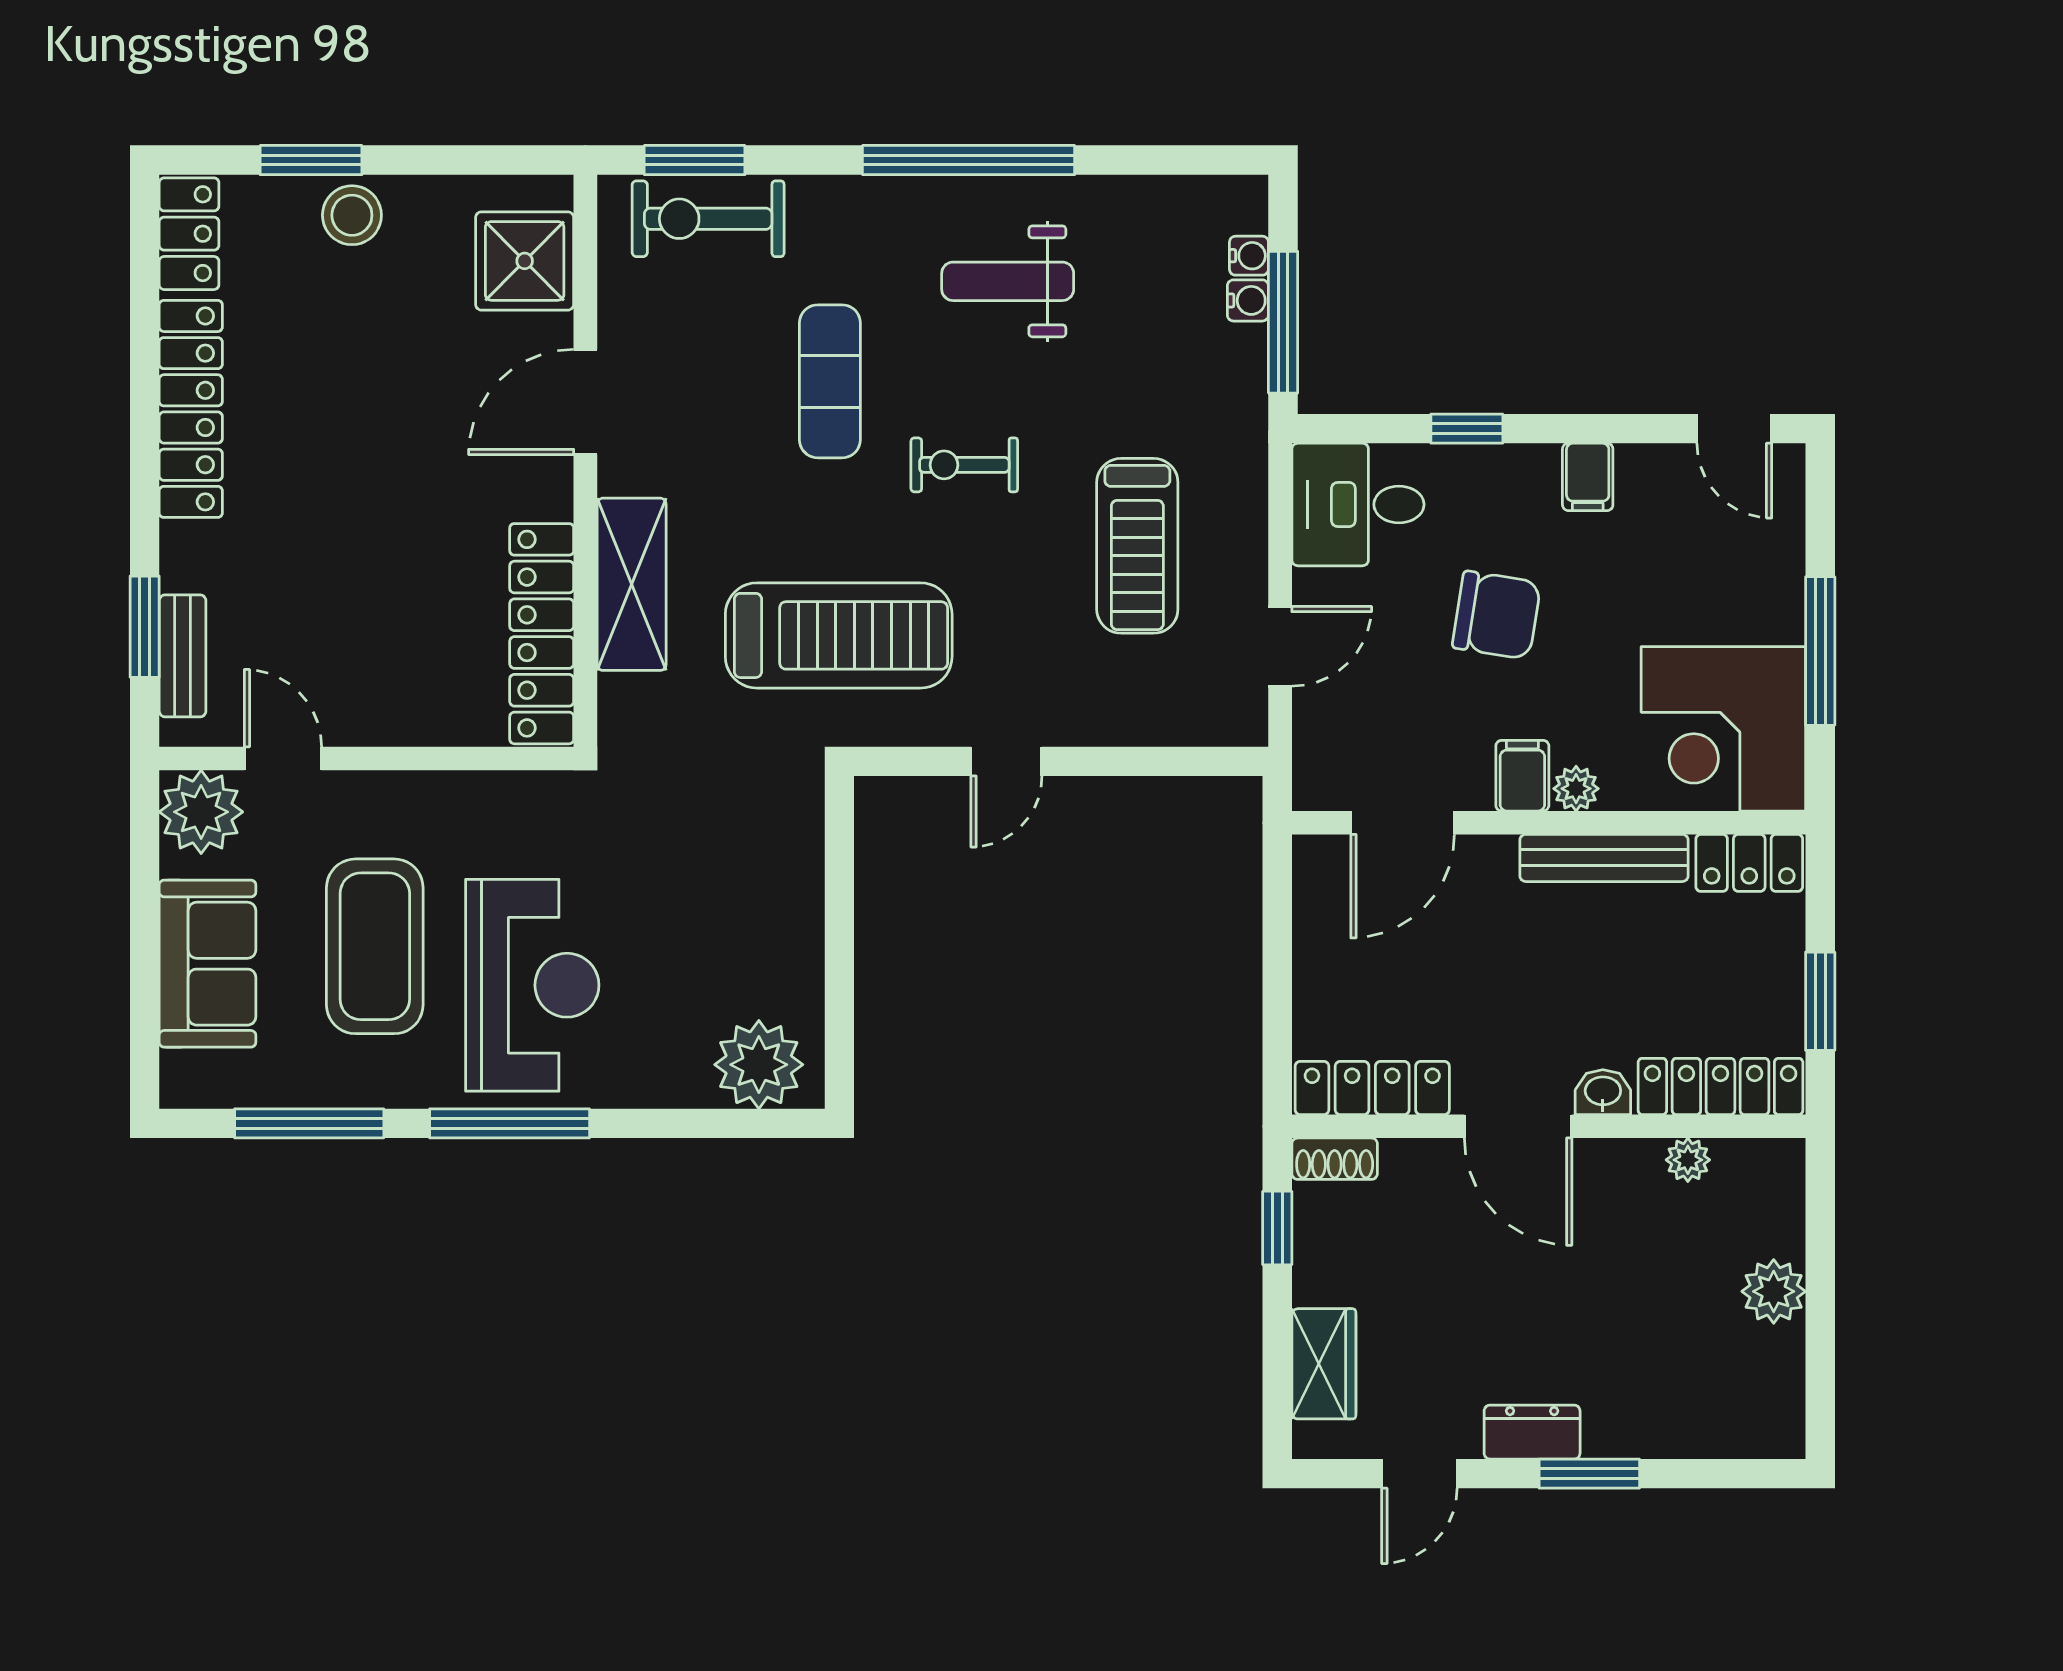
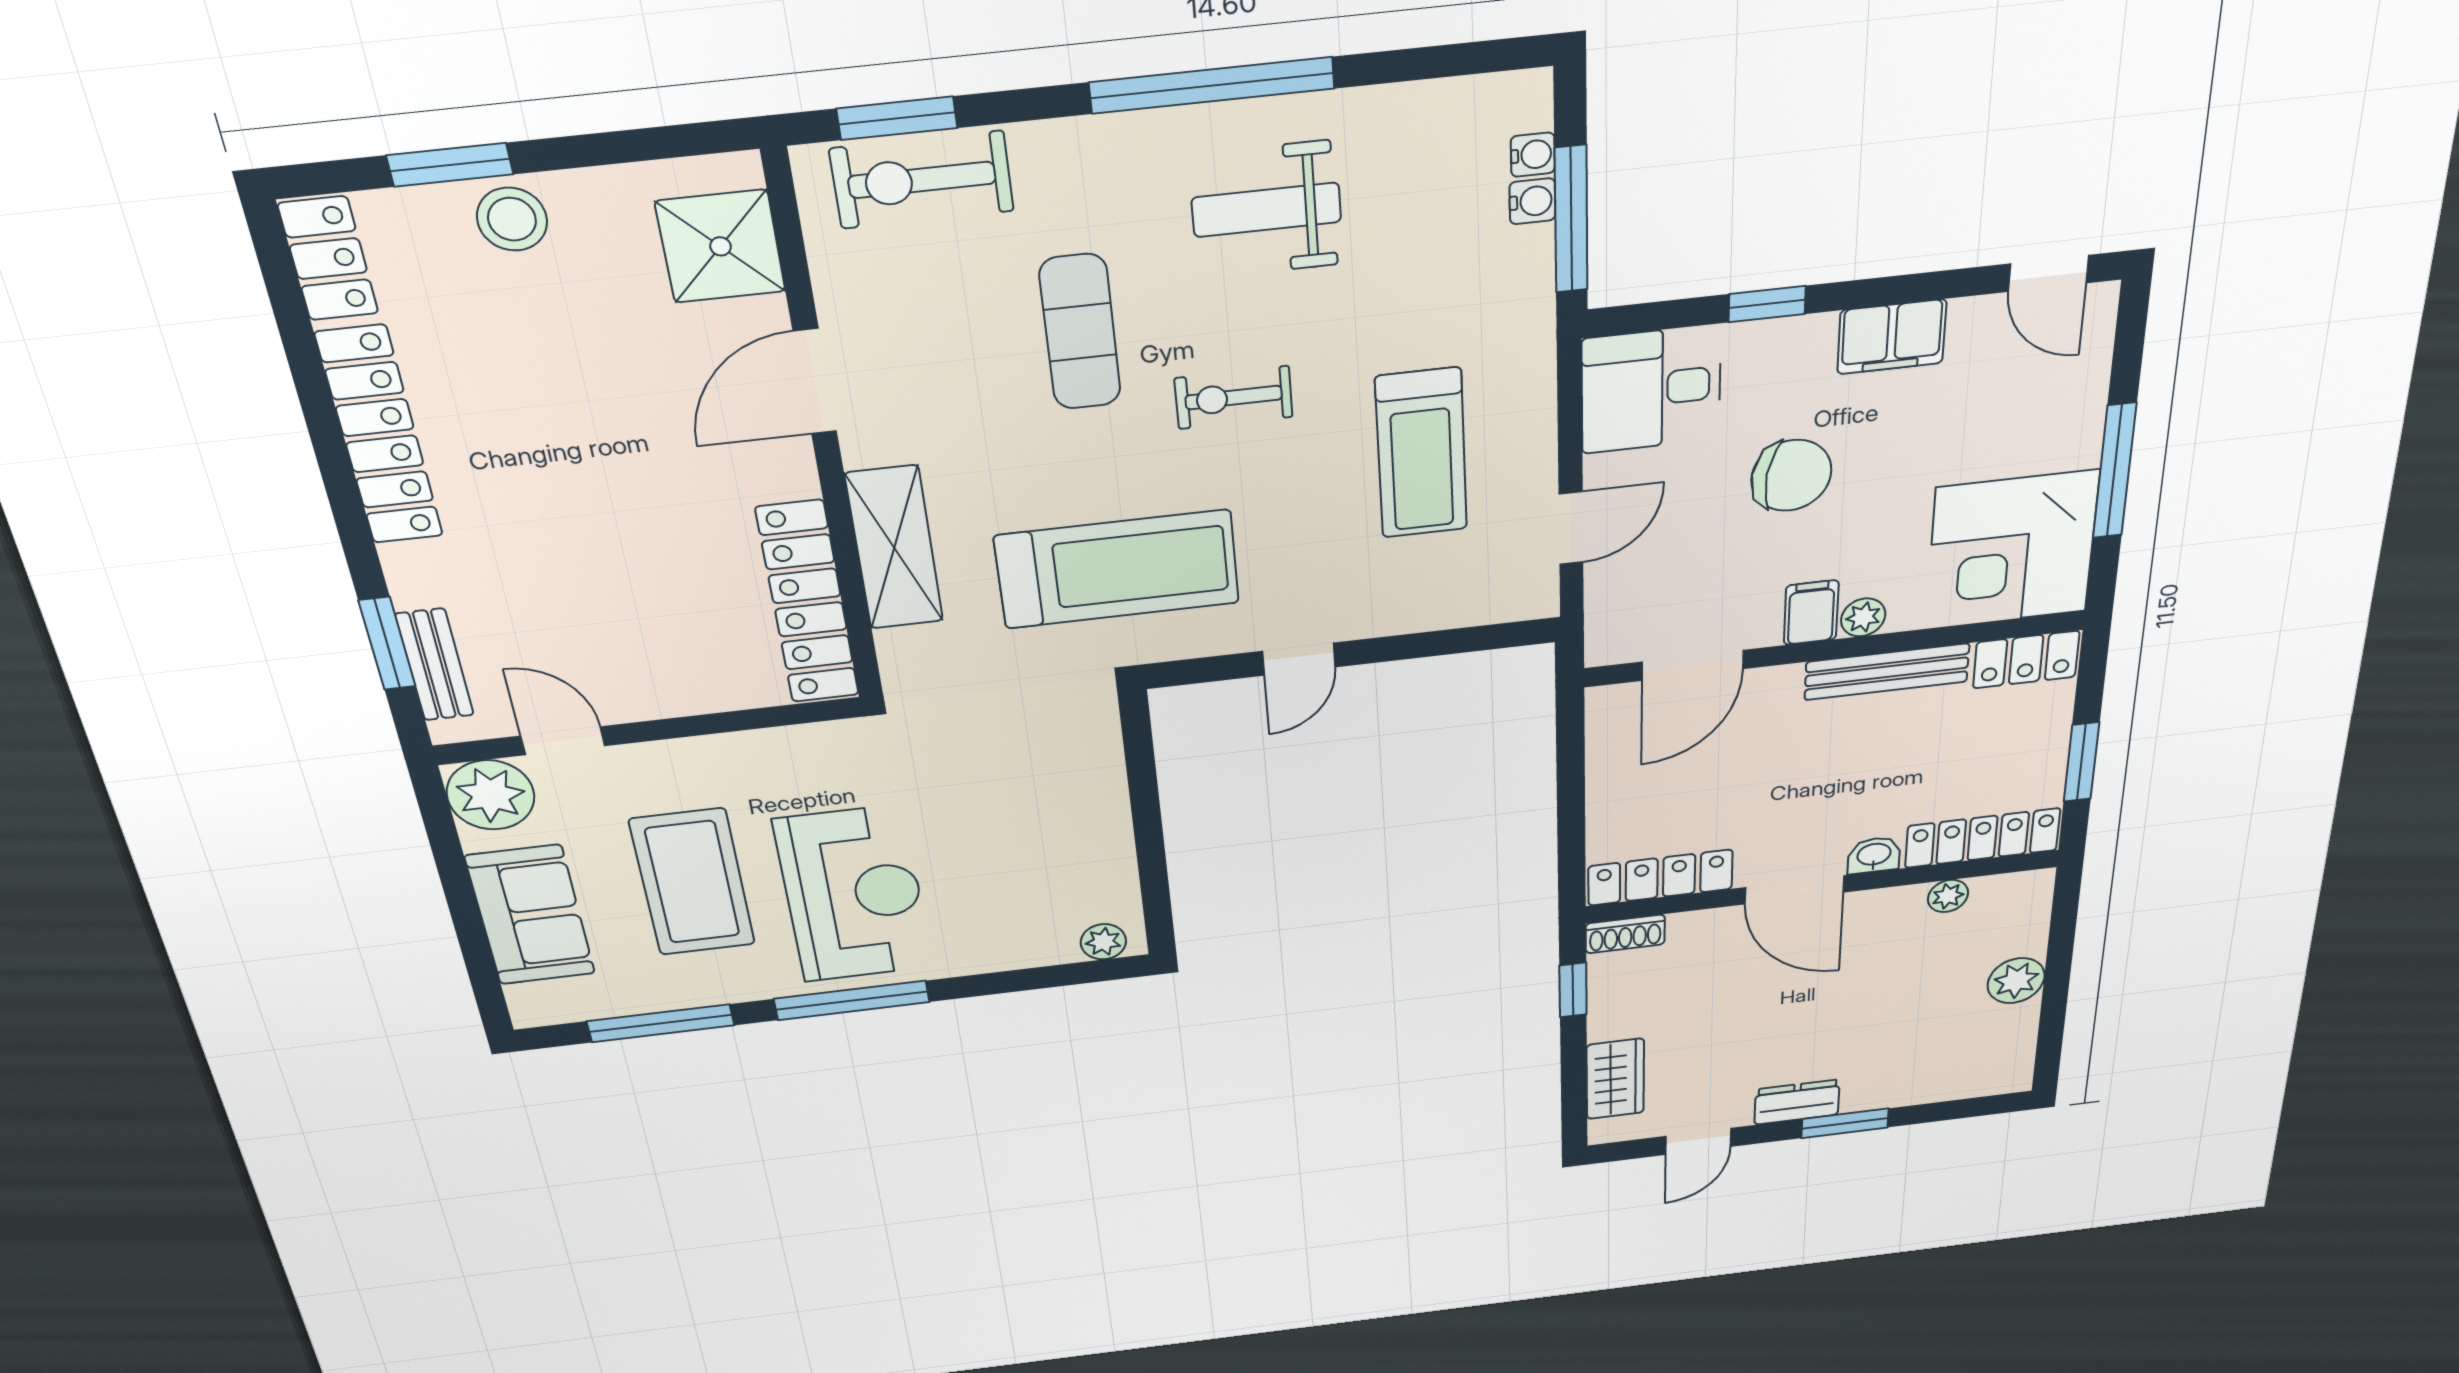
filing cabinet: (1588, 477) -> (1892, 337), width x2.00
plant: (759, 1065) -> (1103, 942), width x0.53, depth x0.53

